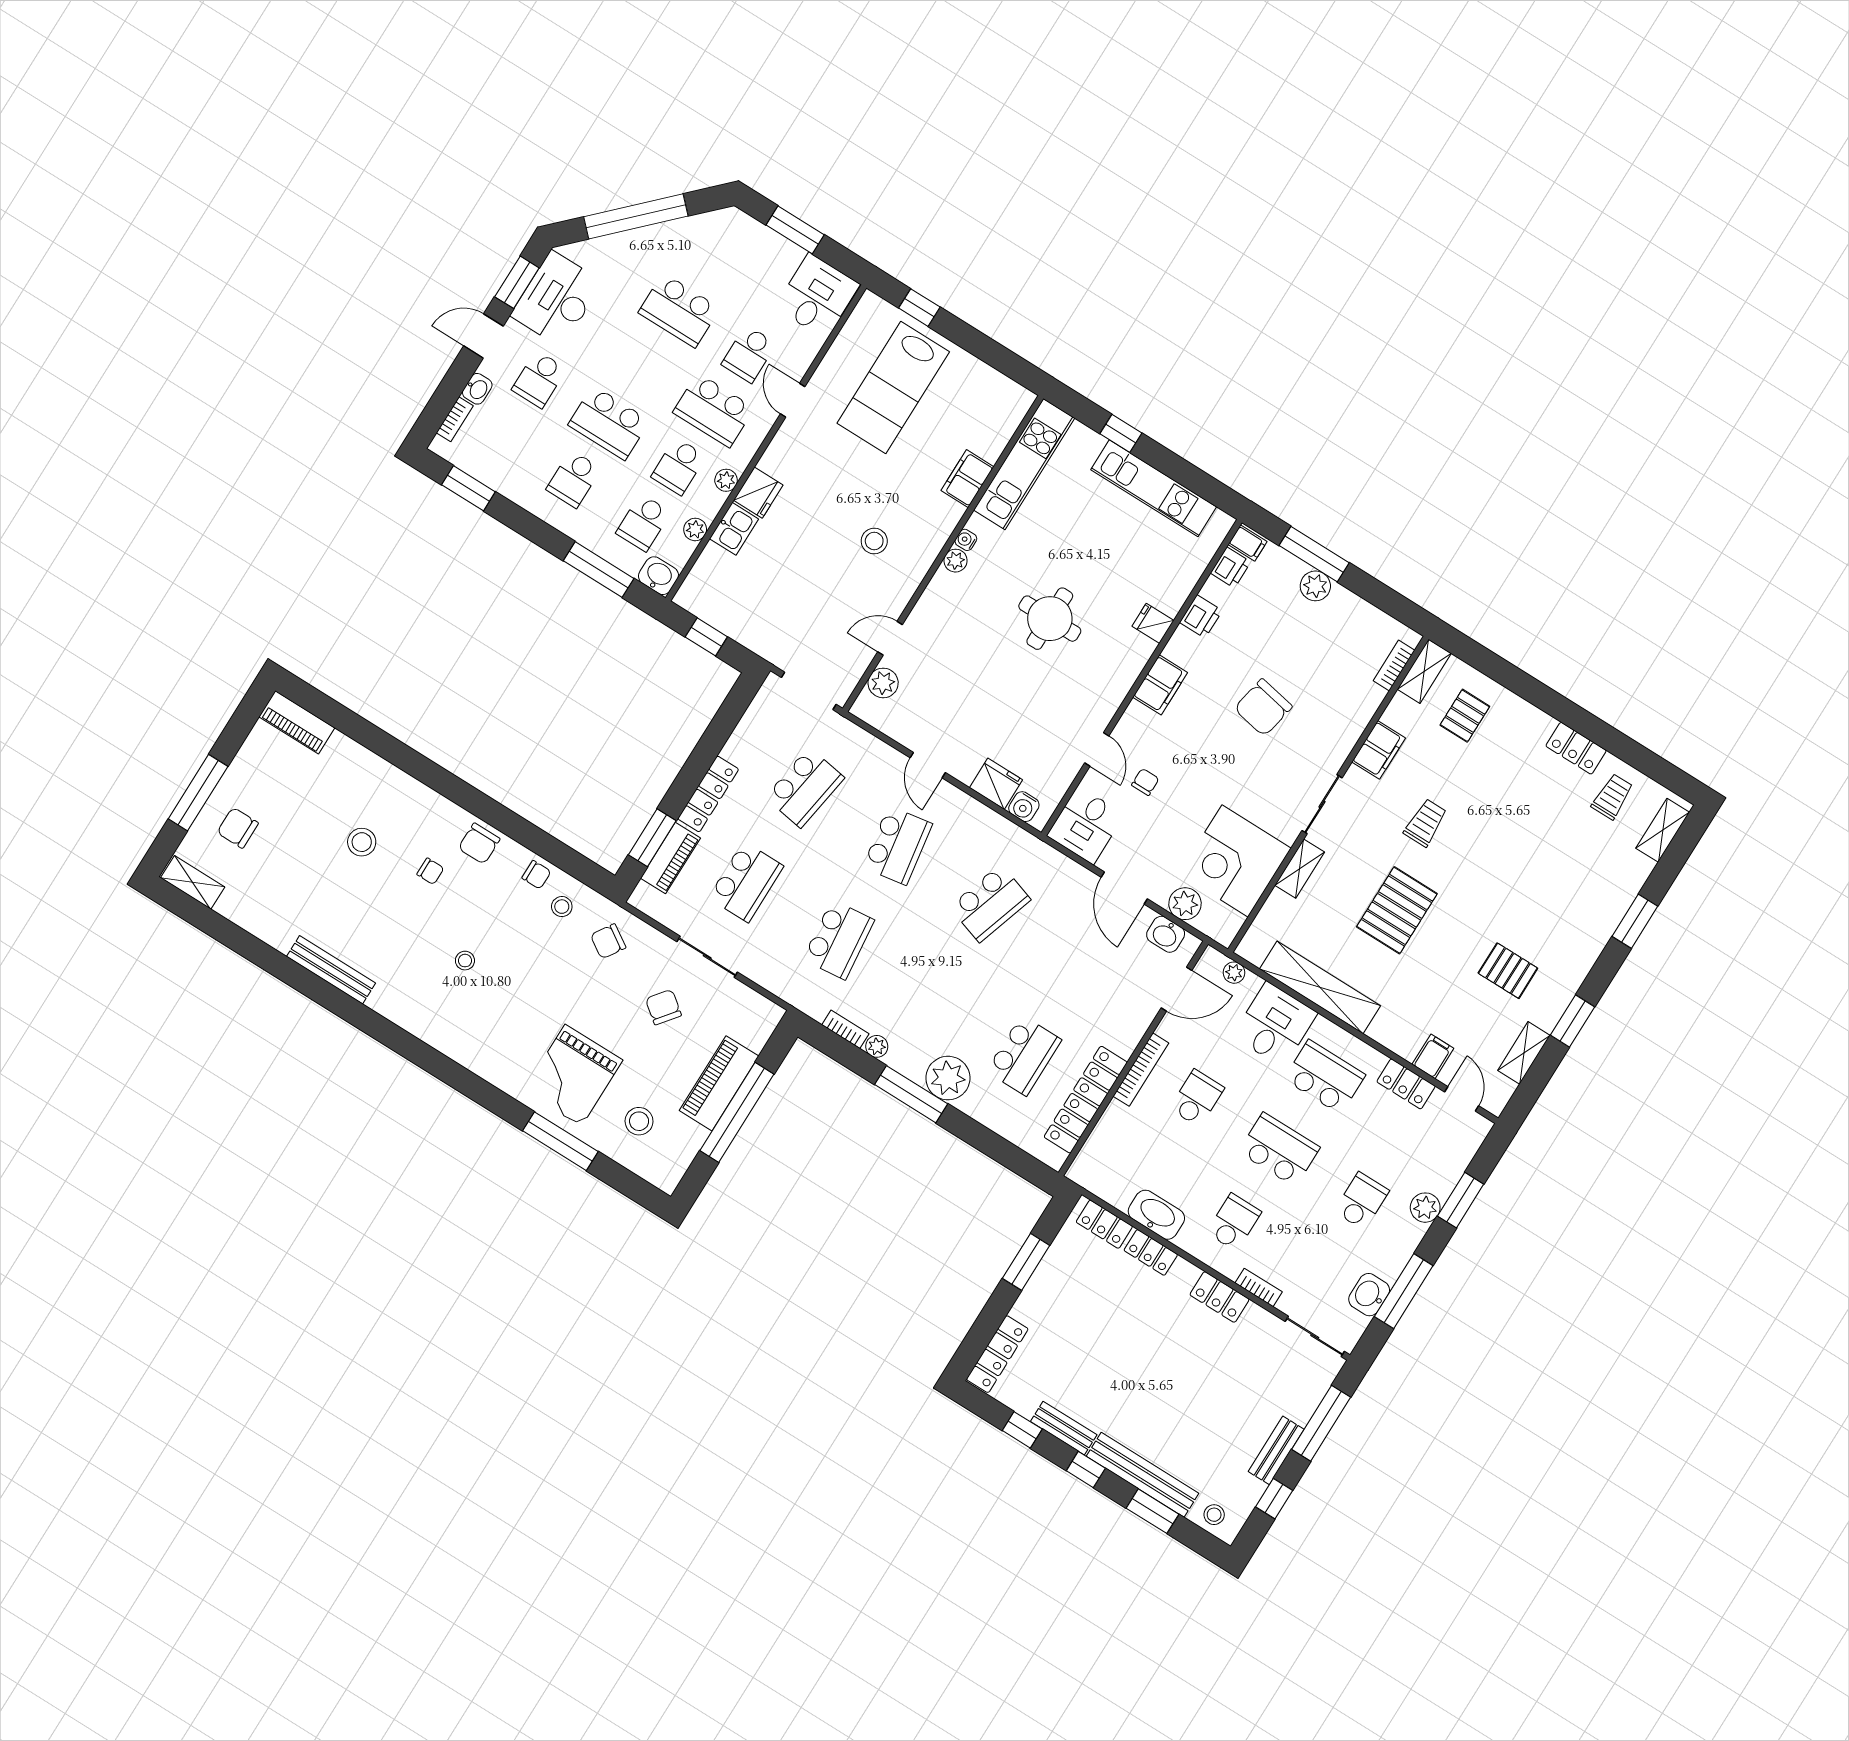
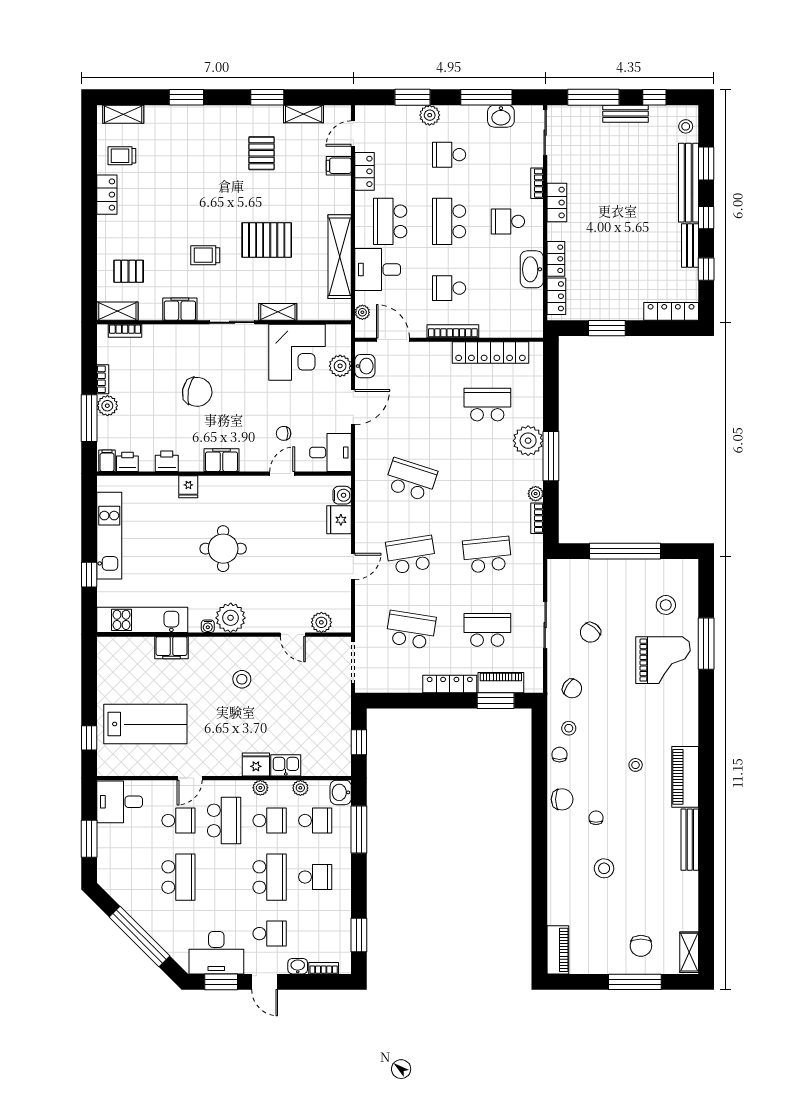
plant: (955, 561) -> (231, 618), width x1.87, depth x1.87
bookcase: (1351, 601) -> (103, 379), added
piano: (719, 1083) -> (685, 777), moved, turned 90

